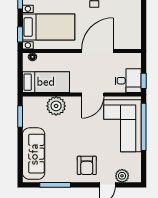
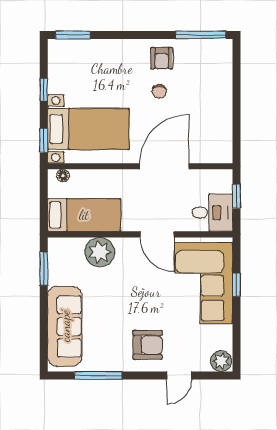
window: (144, 81) -> (236, 196), moved
door: (93, 95) -> (157, 234), hinge flipped
window: (144, 127) -> (236, 285), width x0.32
armchair: (87, 165) -> (148, 345), turned -90
plant: (122, 176) -> (221, 361), moved

